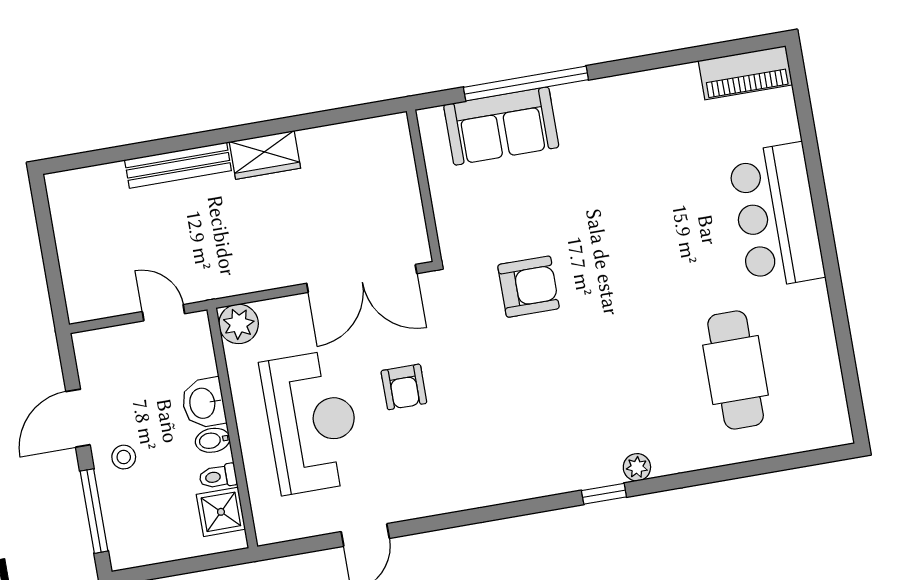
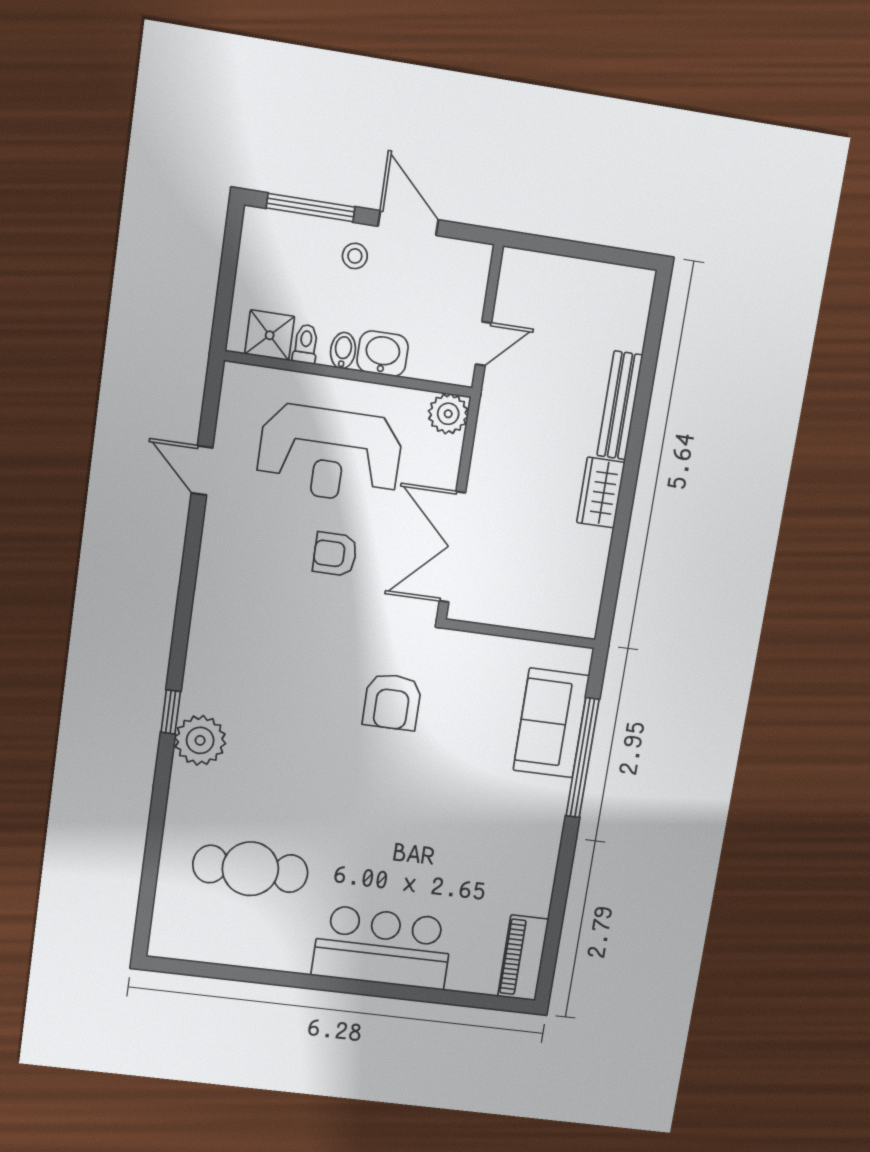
plant: (637, 467) -> (200, 740), width x1.87, depth x1.87

